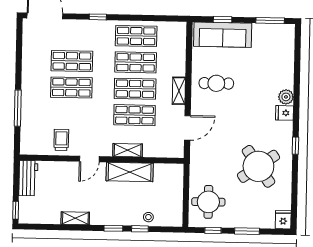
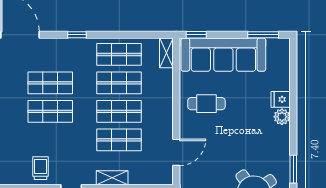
window: (223, 20) -> (196, 35), moved
sofa: (223, 35) -> (223, 55), width x1.36, depth x1.27
shelving: (179, 91) -> (166, 53), moved
fridge: (284, 113) -> (281, 99), moved
window: (295, 146) -> (293, 169), width x1.50

